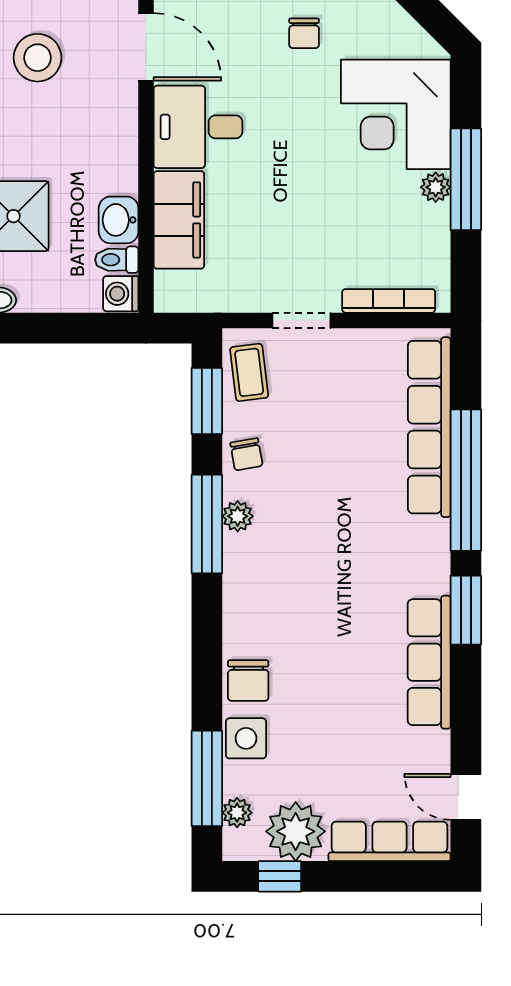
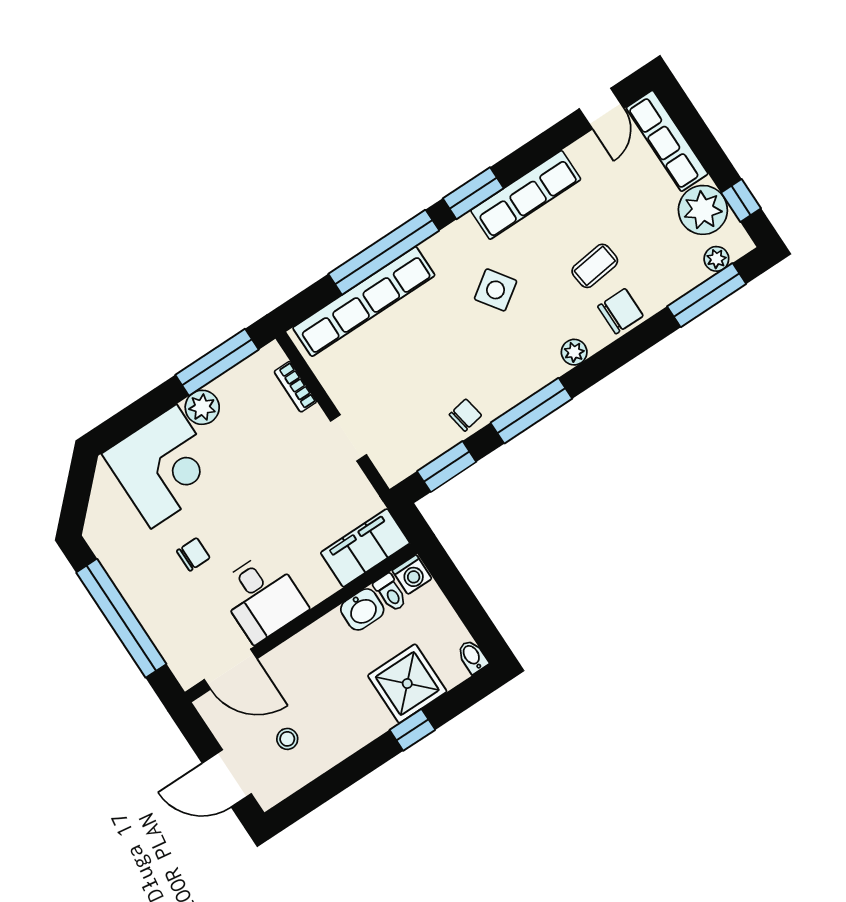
chair: (304, 33) -> (193, 554), moved
door: (146, 47) -> (231, 669), swing flipped
stool: (38, 58) -> (287, 739), width x0.53, depth x0.53
window: (466, 179) -> (217, 362), moved
plant: (436, 187) -> (202, 407), width x1.38, depth x1.38
filing cabinet: (179, 220) -> (365, 548), moved
bookcase: (389, 301) -> (295, 387), width x0.64
coffee table: (249, 372) -> (595, 266), moved
plant: (238, 516) -> (574, 352), moved
side table: (246, 738) -> (496, 290), moved, turned -35

